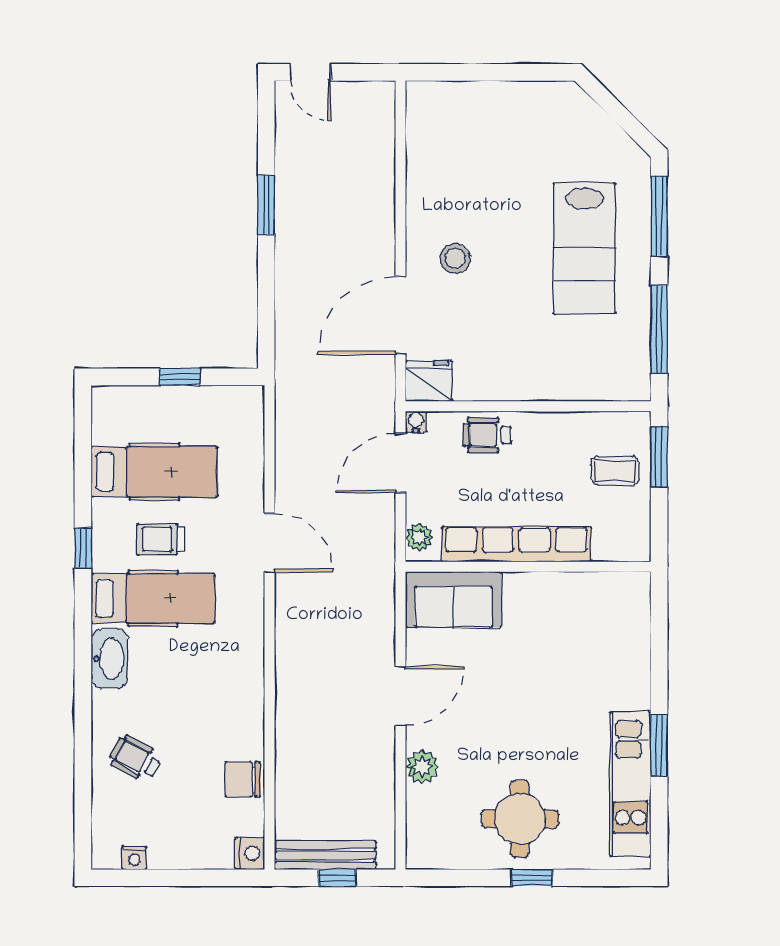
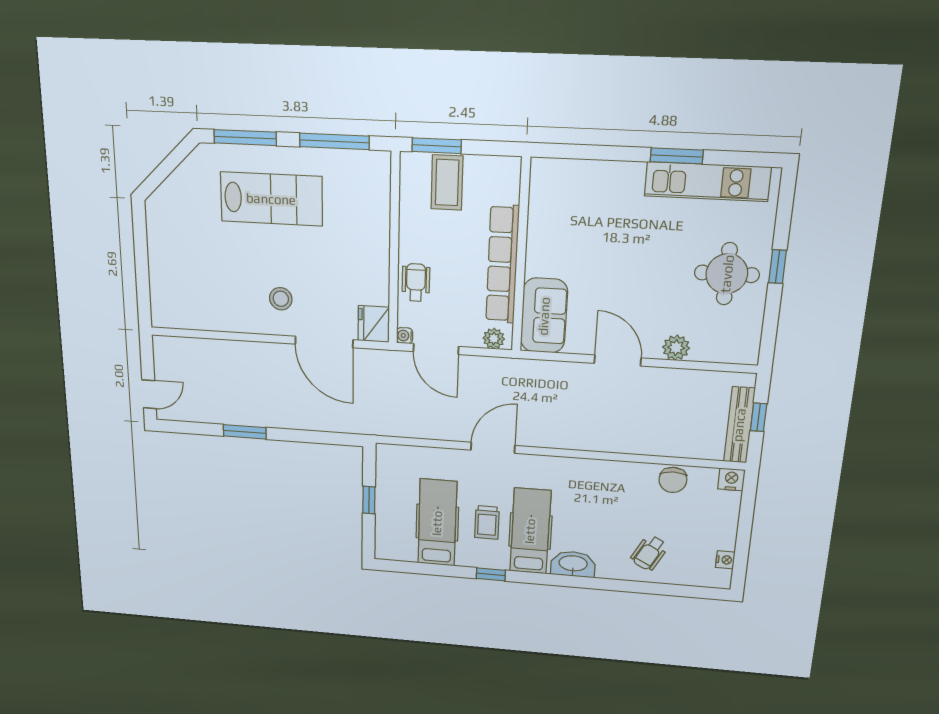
wheelchair: (487, 435) -> (416, 282), turned 180
coffee table: (615, 471) -> (447, 183), width x1.36, depth x1.30

